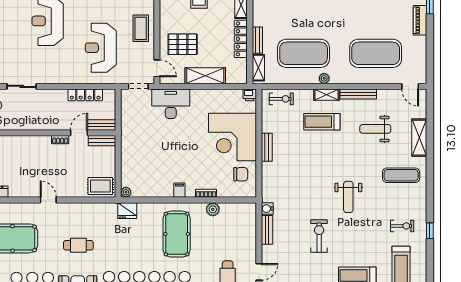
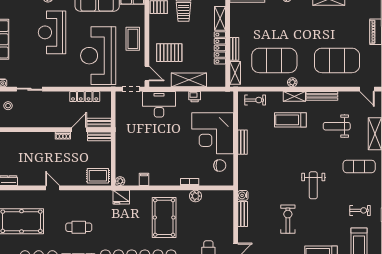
reception desk: (101, 48) -> (98, 56), width x1.36, depth x1.30
printer: (250, 95) -> (195, 97), moved
filing cabinet: (179, 190) -> (144, 179), moved

